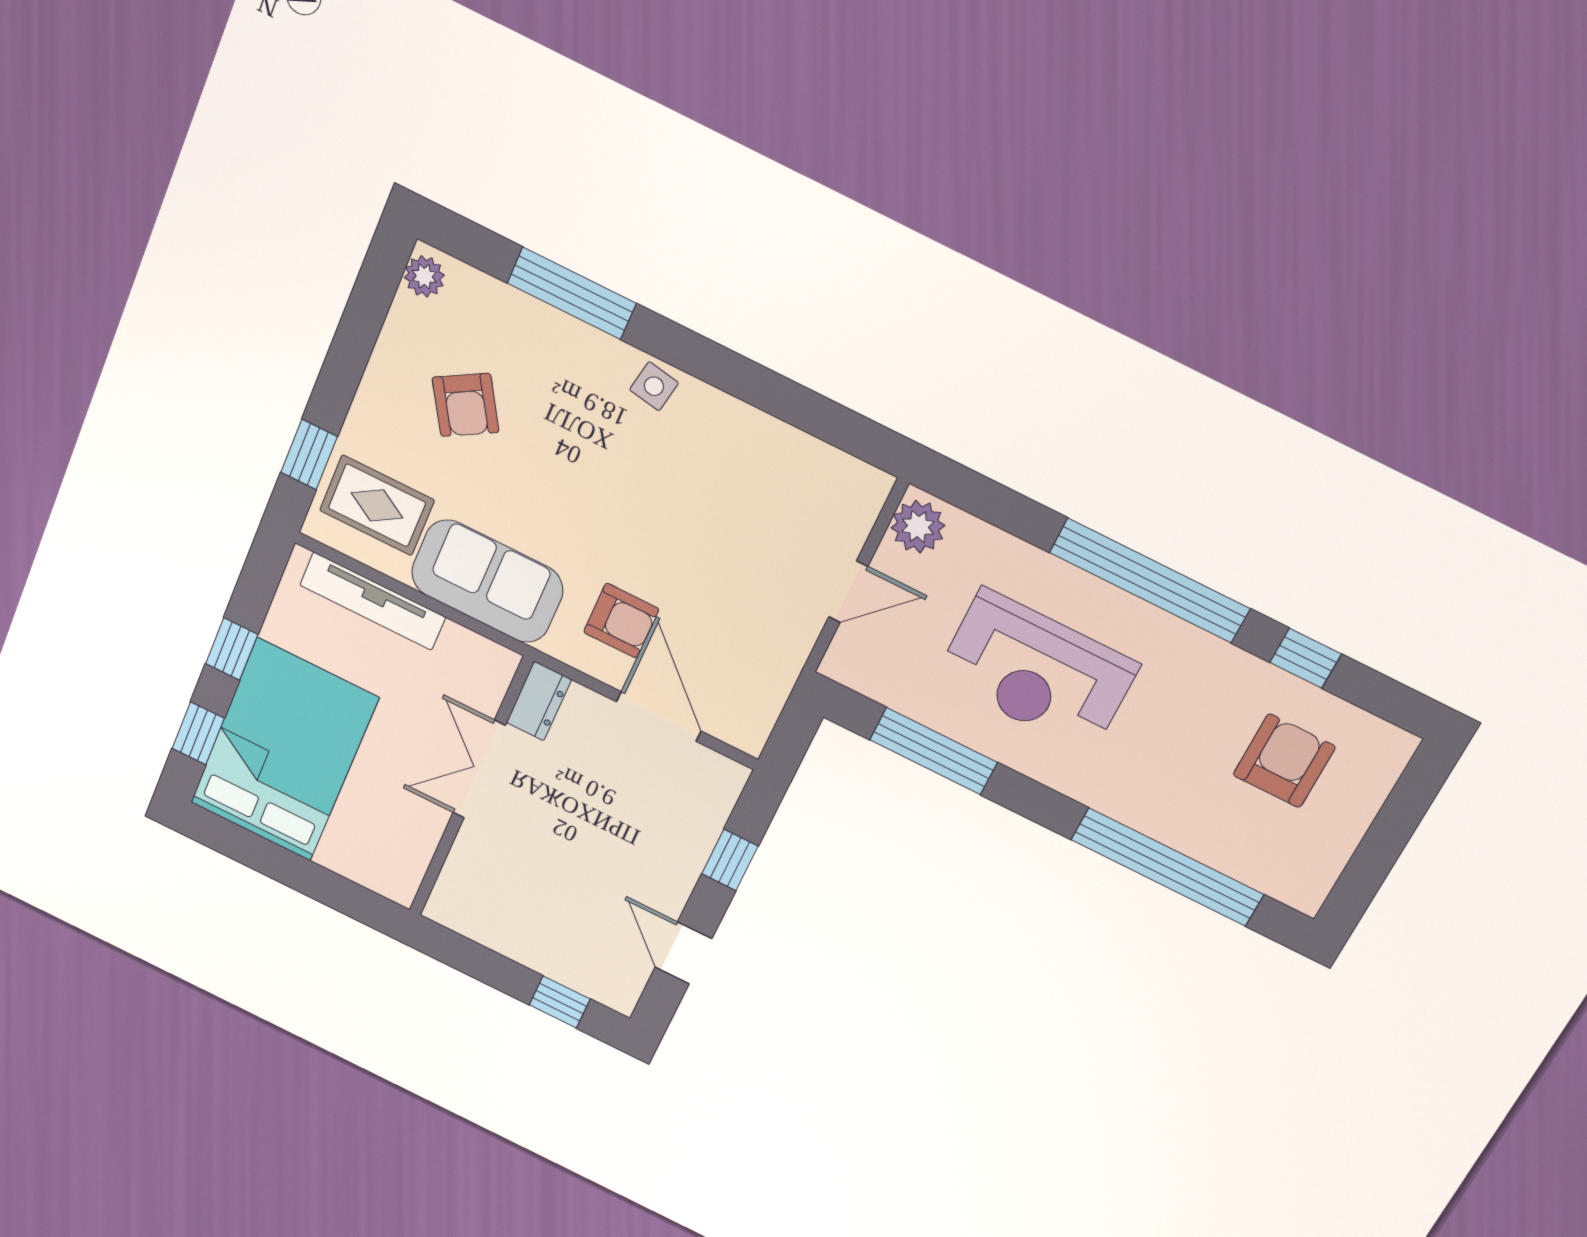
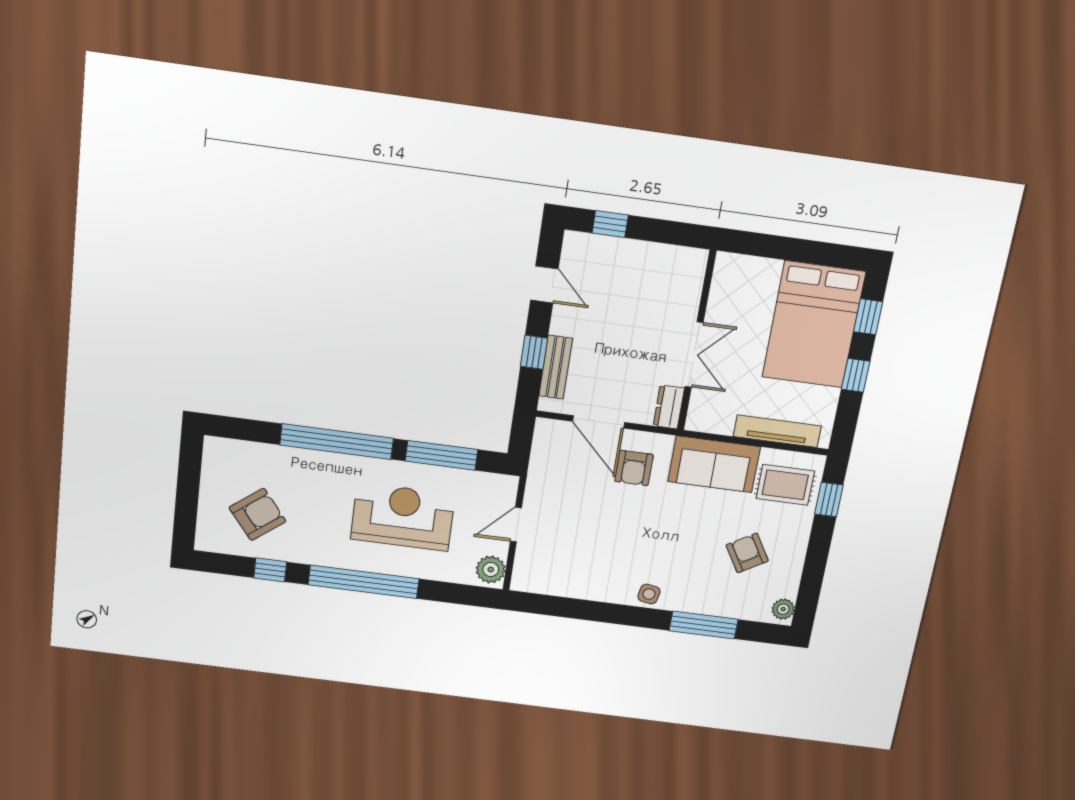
armchair: (621, 621) -> (634, 468), turned -90
armchair: (1284, 761) -> (257, 514), turned -128
bench: (703, 826) -> (556, 367), added
window: (1168, 867) -> (337, 442), moved

